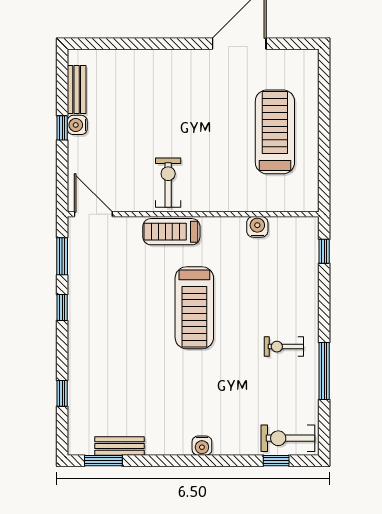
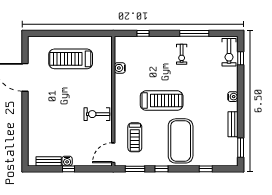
treadmill: (171, 232) -> (135, 137), moved
window: (324, 251) -> (143, 33), moved
exercise mat: (116, 344) -> (181, 141), added
bench: (120, 446) -> (233, 124), moved

